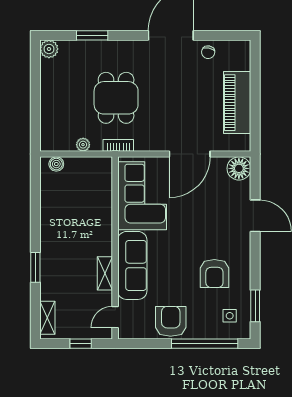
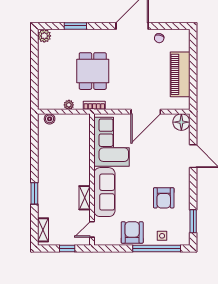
side table: (230, 316) -> (162, 236), moved

